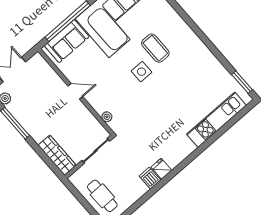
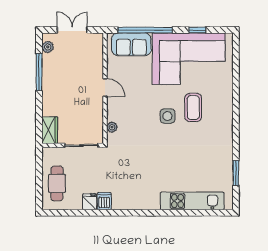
window: (242, 82) -> (236, 173), moved
wardrobe: (57, 155) -> (50, 130), width x0.67
fridge: (161, 169) -> (89, 202), moved

